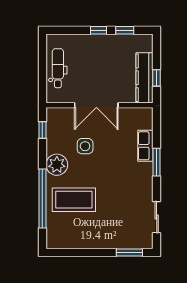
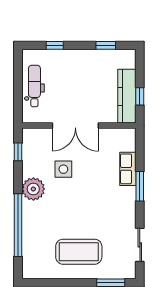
window: (99, 30) -> (55, 45), moved
coffee table: (74, 200) -> (79, 252), moved

